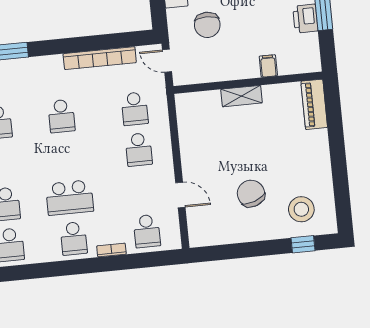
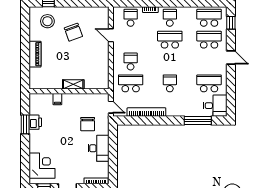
chair: (207, 25) -> (88, 124), turned 180
piano: (314, 104) -> (35, 54), moved
school desk: (135, 109) -> (131, 83), width x1.85

